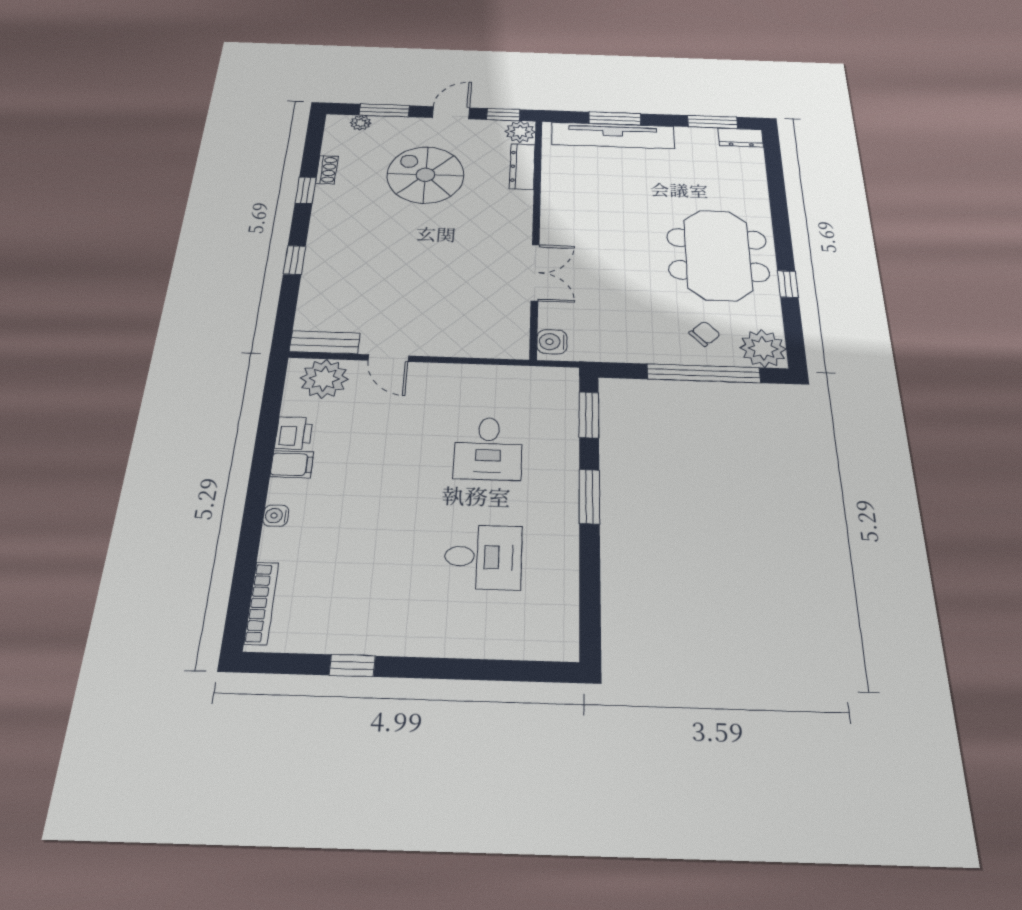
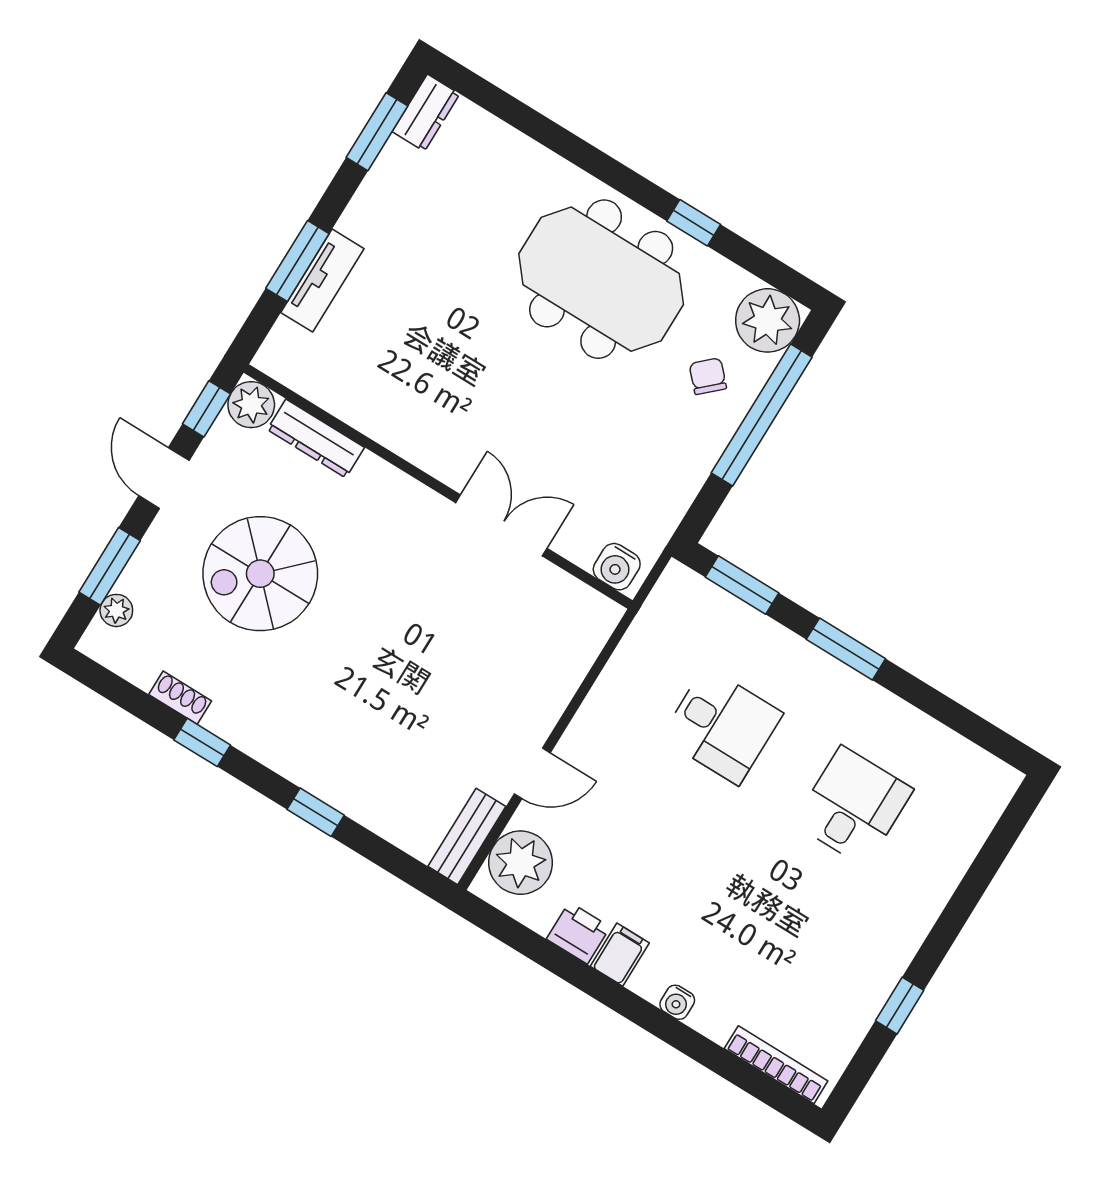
tv unit: (613, 135) -> (322, 281), width x0.52, depth x0.78

